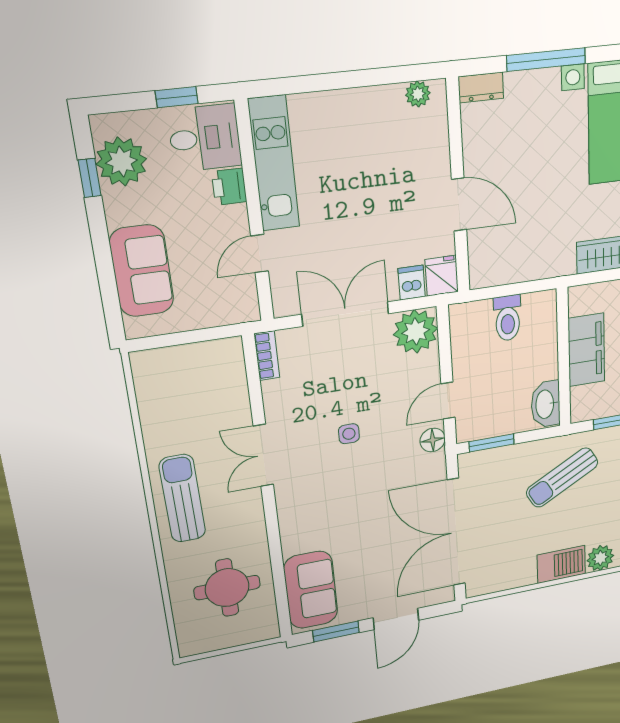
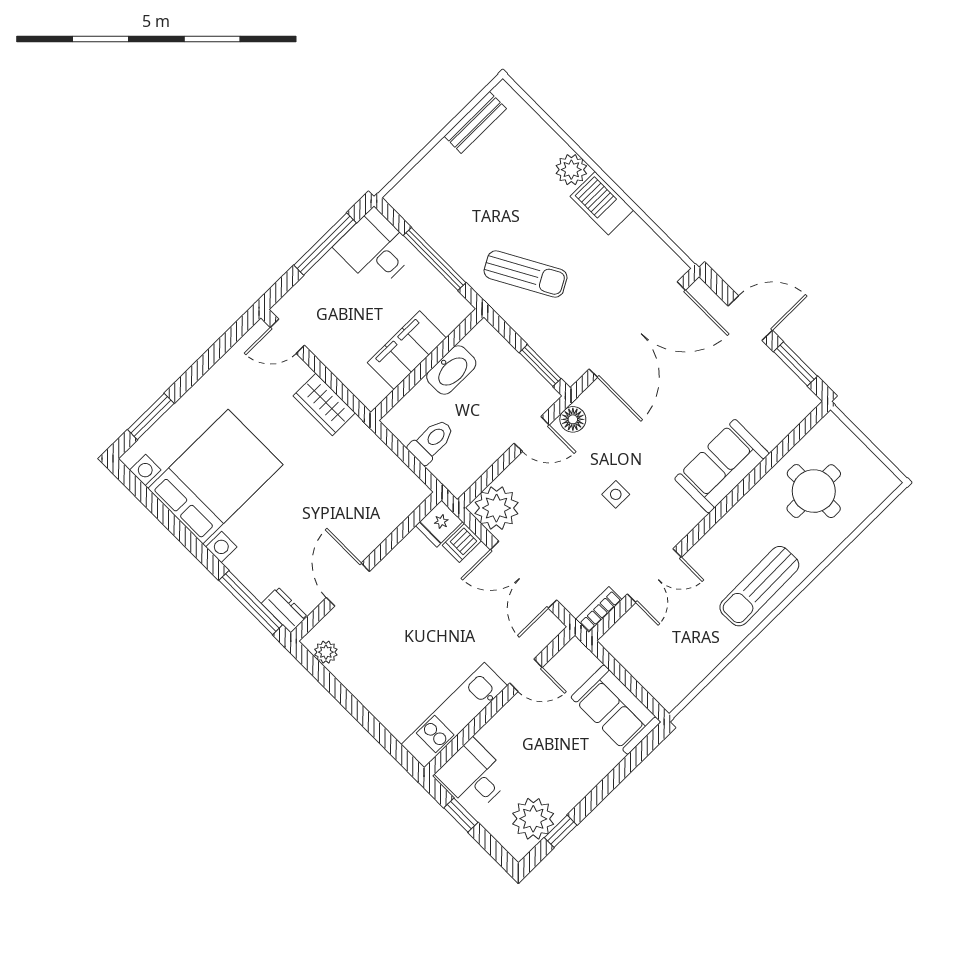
window: (546, 60) -> (251, 603), moved
printer: (229, 187) -> (494, 734), removed
door: (459, 205) -> (348, 585), moved
sofa: (142, 271) -> (616, 710), moved, turned -90
washbasin: (546, 404) -> (451, 370), moved
double door: (263, 455) -> (654, 576), moved
sofa: (311, 590) -> (722, 466), moved

